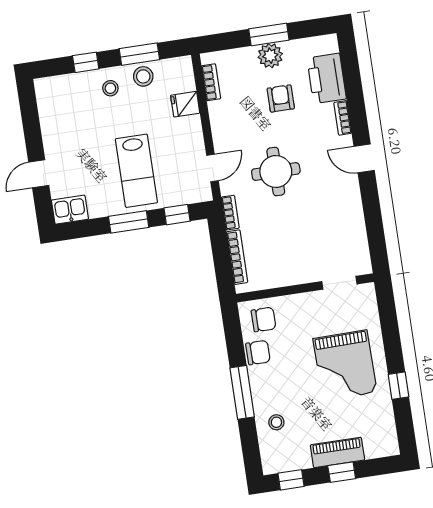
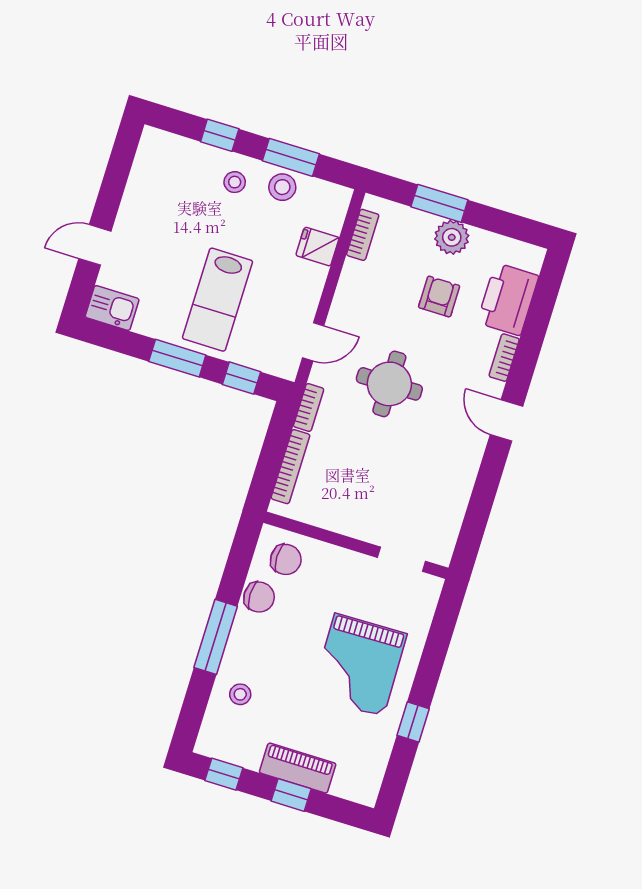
window: (269, 35) -> (439, 203), moved

